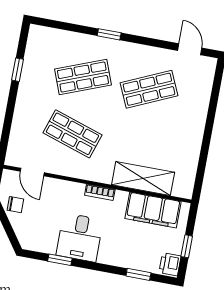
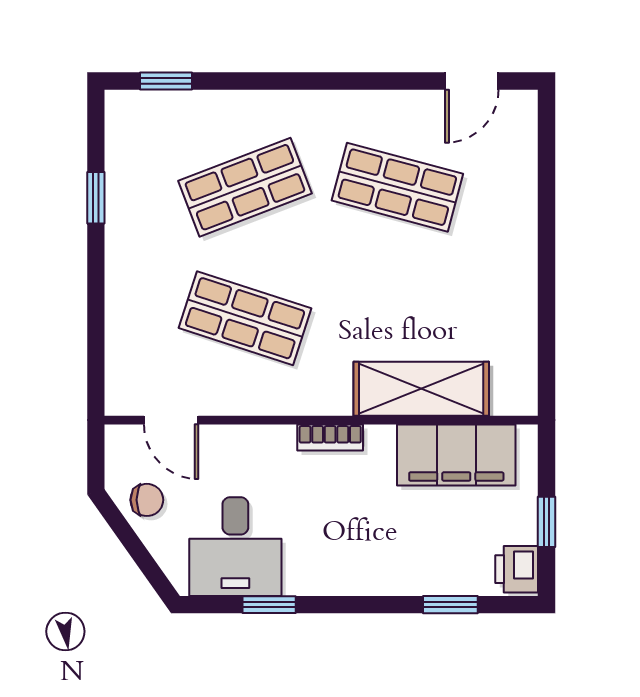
window: (109, 34) -> (166, 81), moved
door: (190, 49) -> (472, 81), swing flipped
shop shelf: (149, 89) -> (397, 187), turned 39
desk: (80, 237) -> (235, 547), moved

